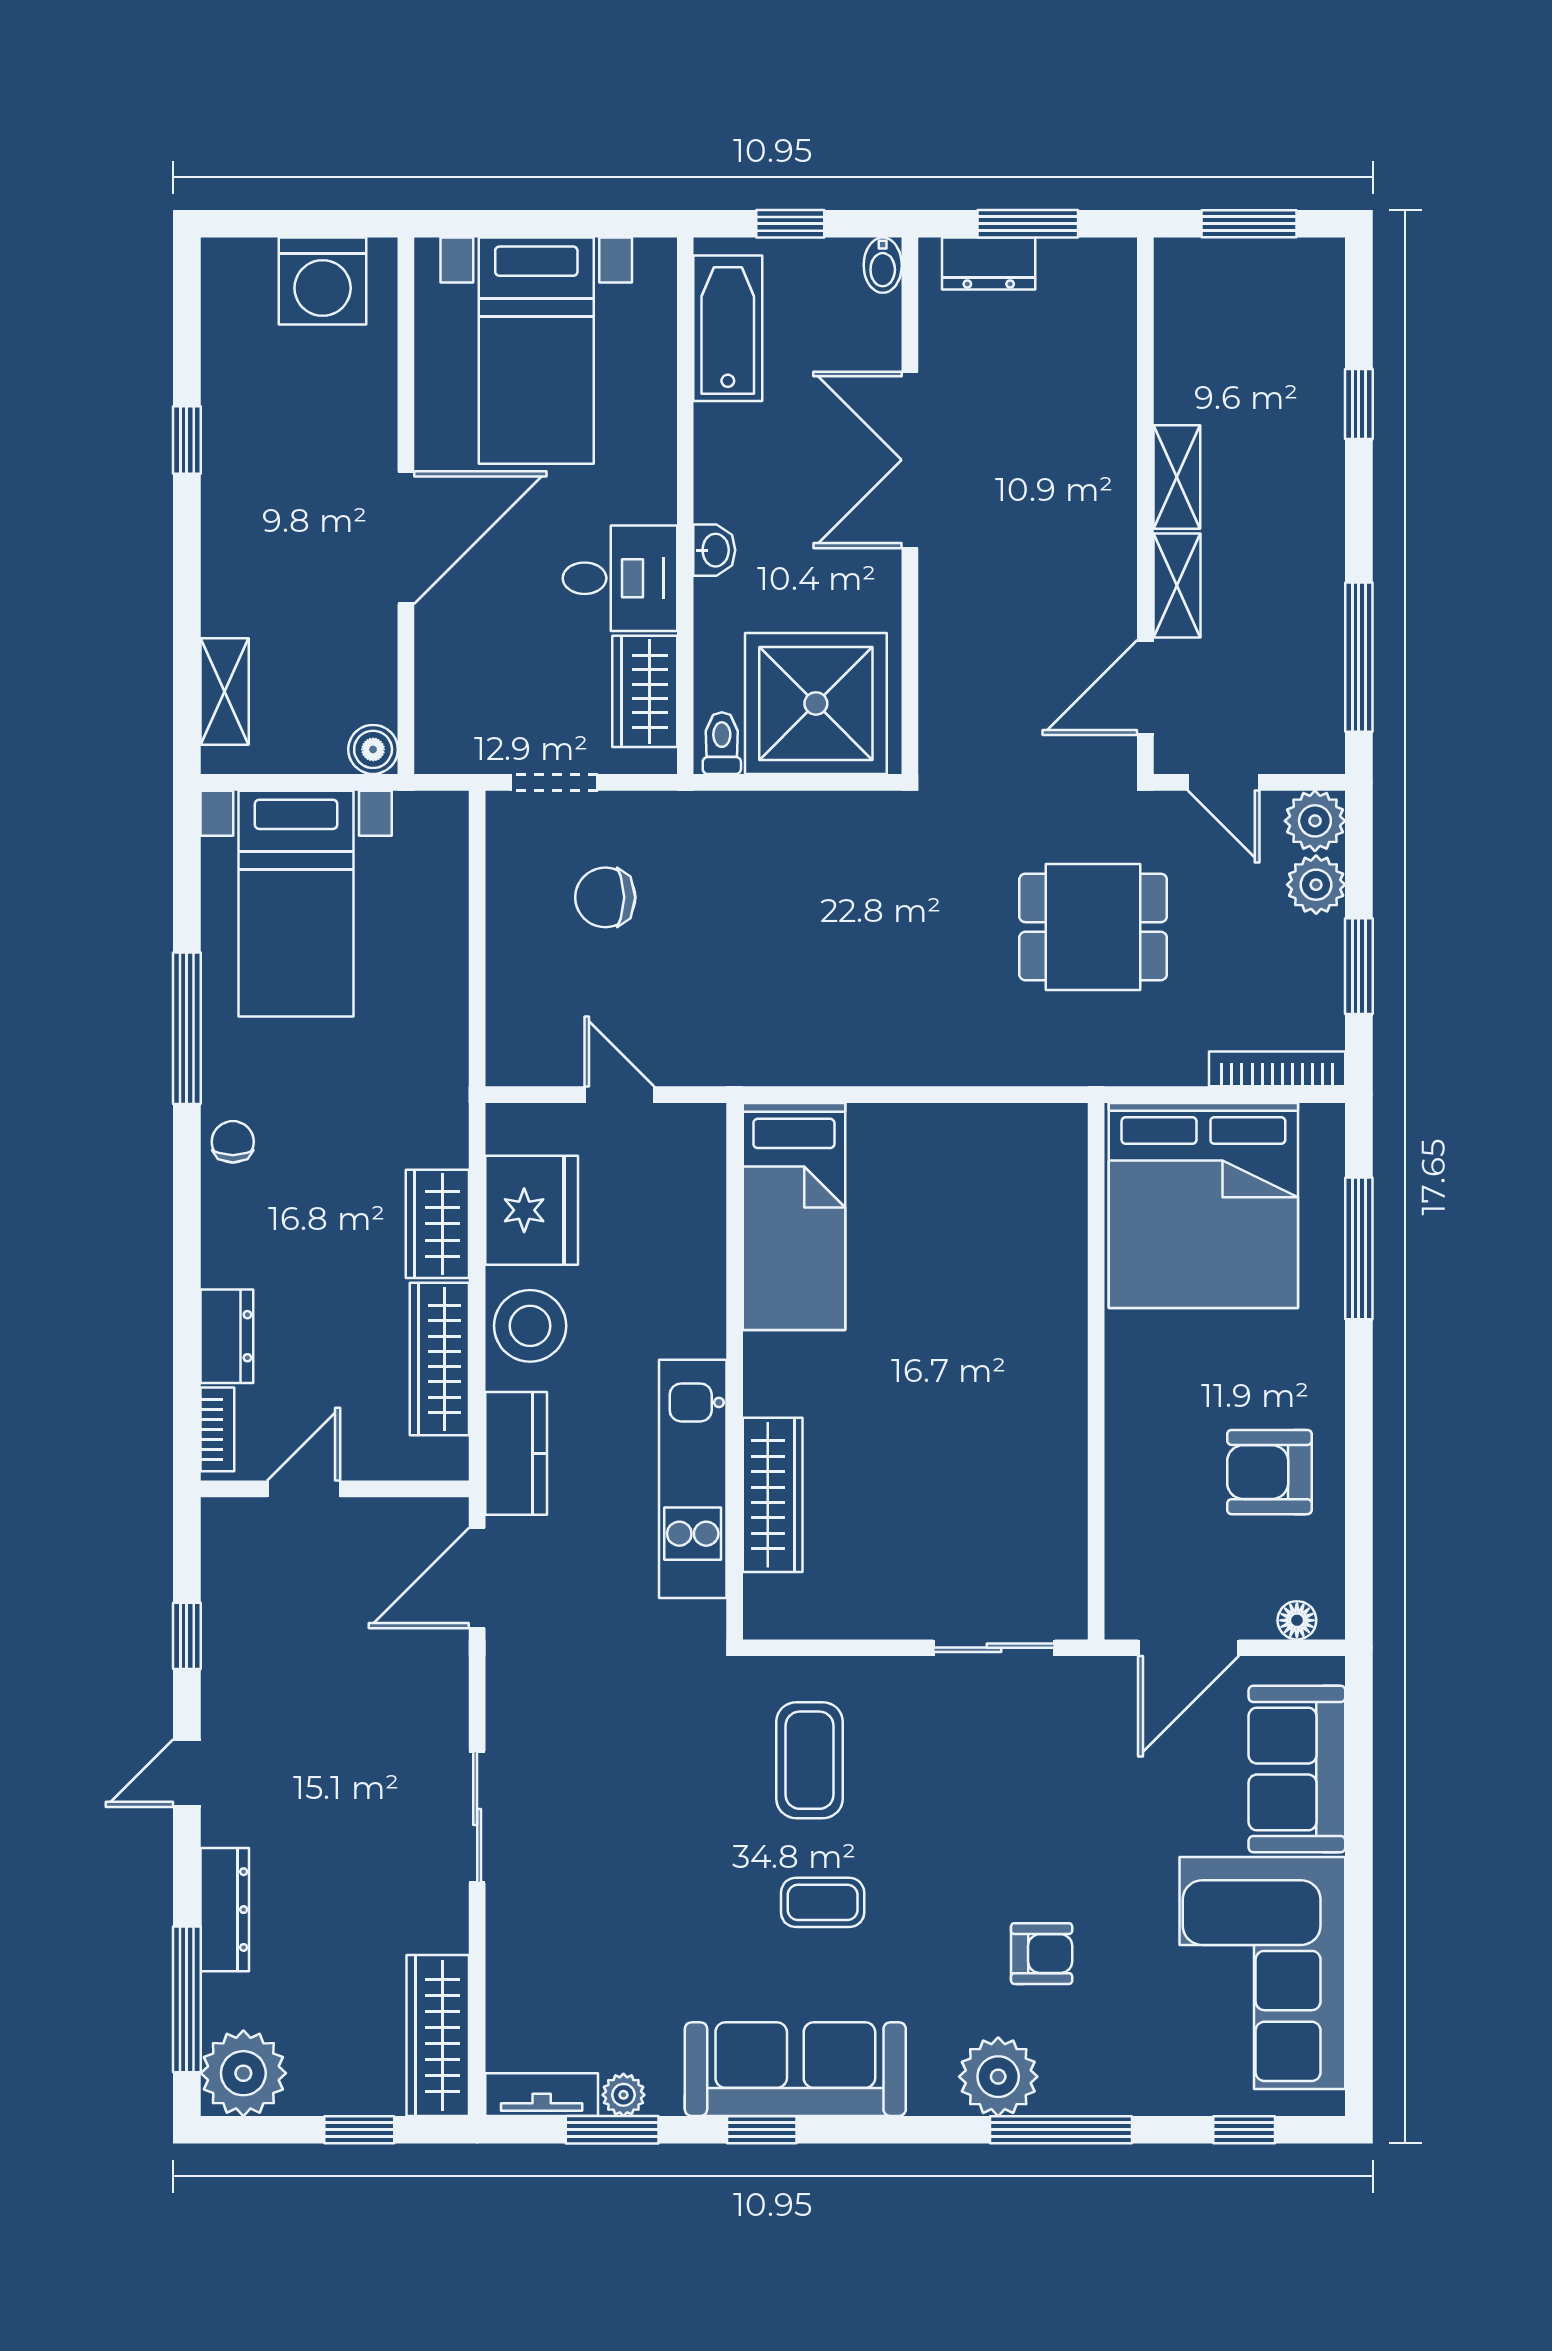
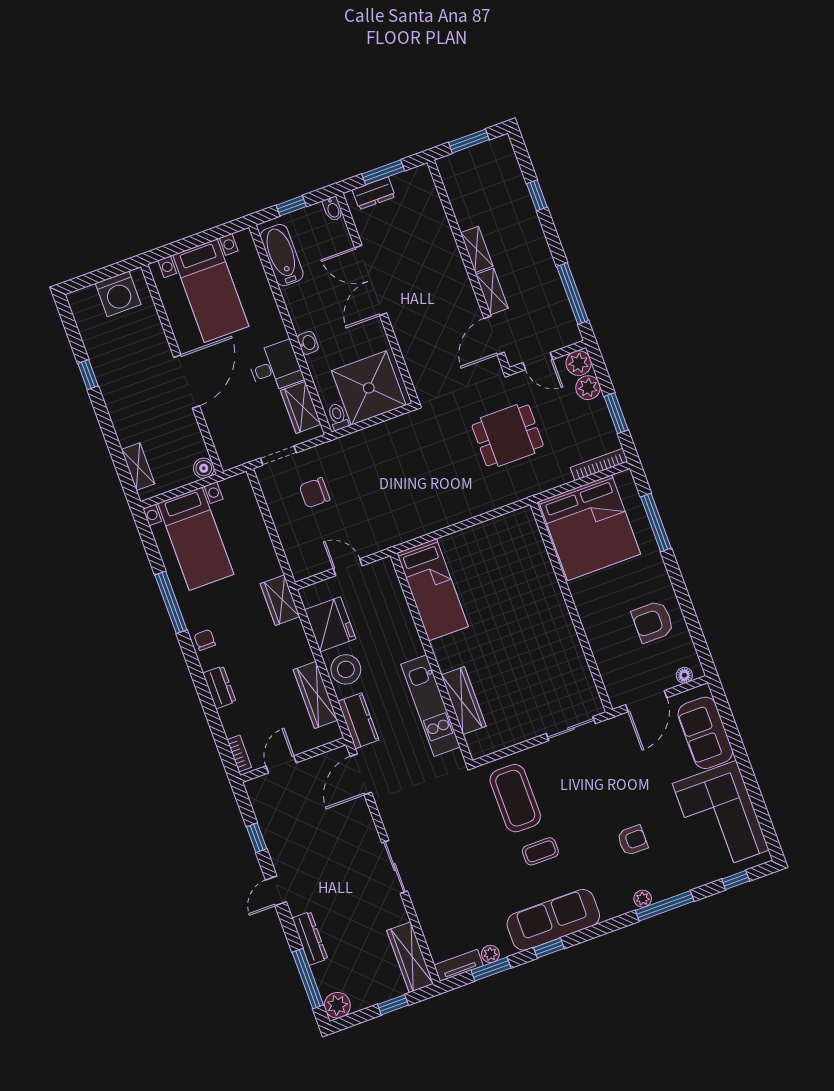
wardrobe: (437, 1224) -> (280, 600), moved
dresser: (227, 1336) -> (219, 687), moved
coffee table: (809, 1760) -> (515, 798), width x1.36, depth x1.32
plant: (243, 2073) -> (337, 1005), width x0.73, depth x0.73
plant: (998, 2077) -> (643, 899), width x0.53, depth x0.53

